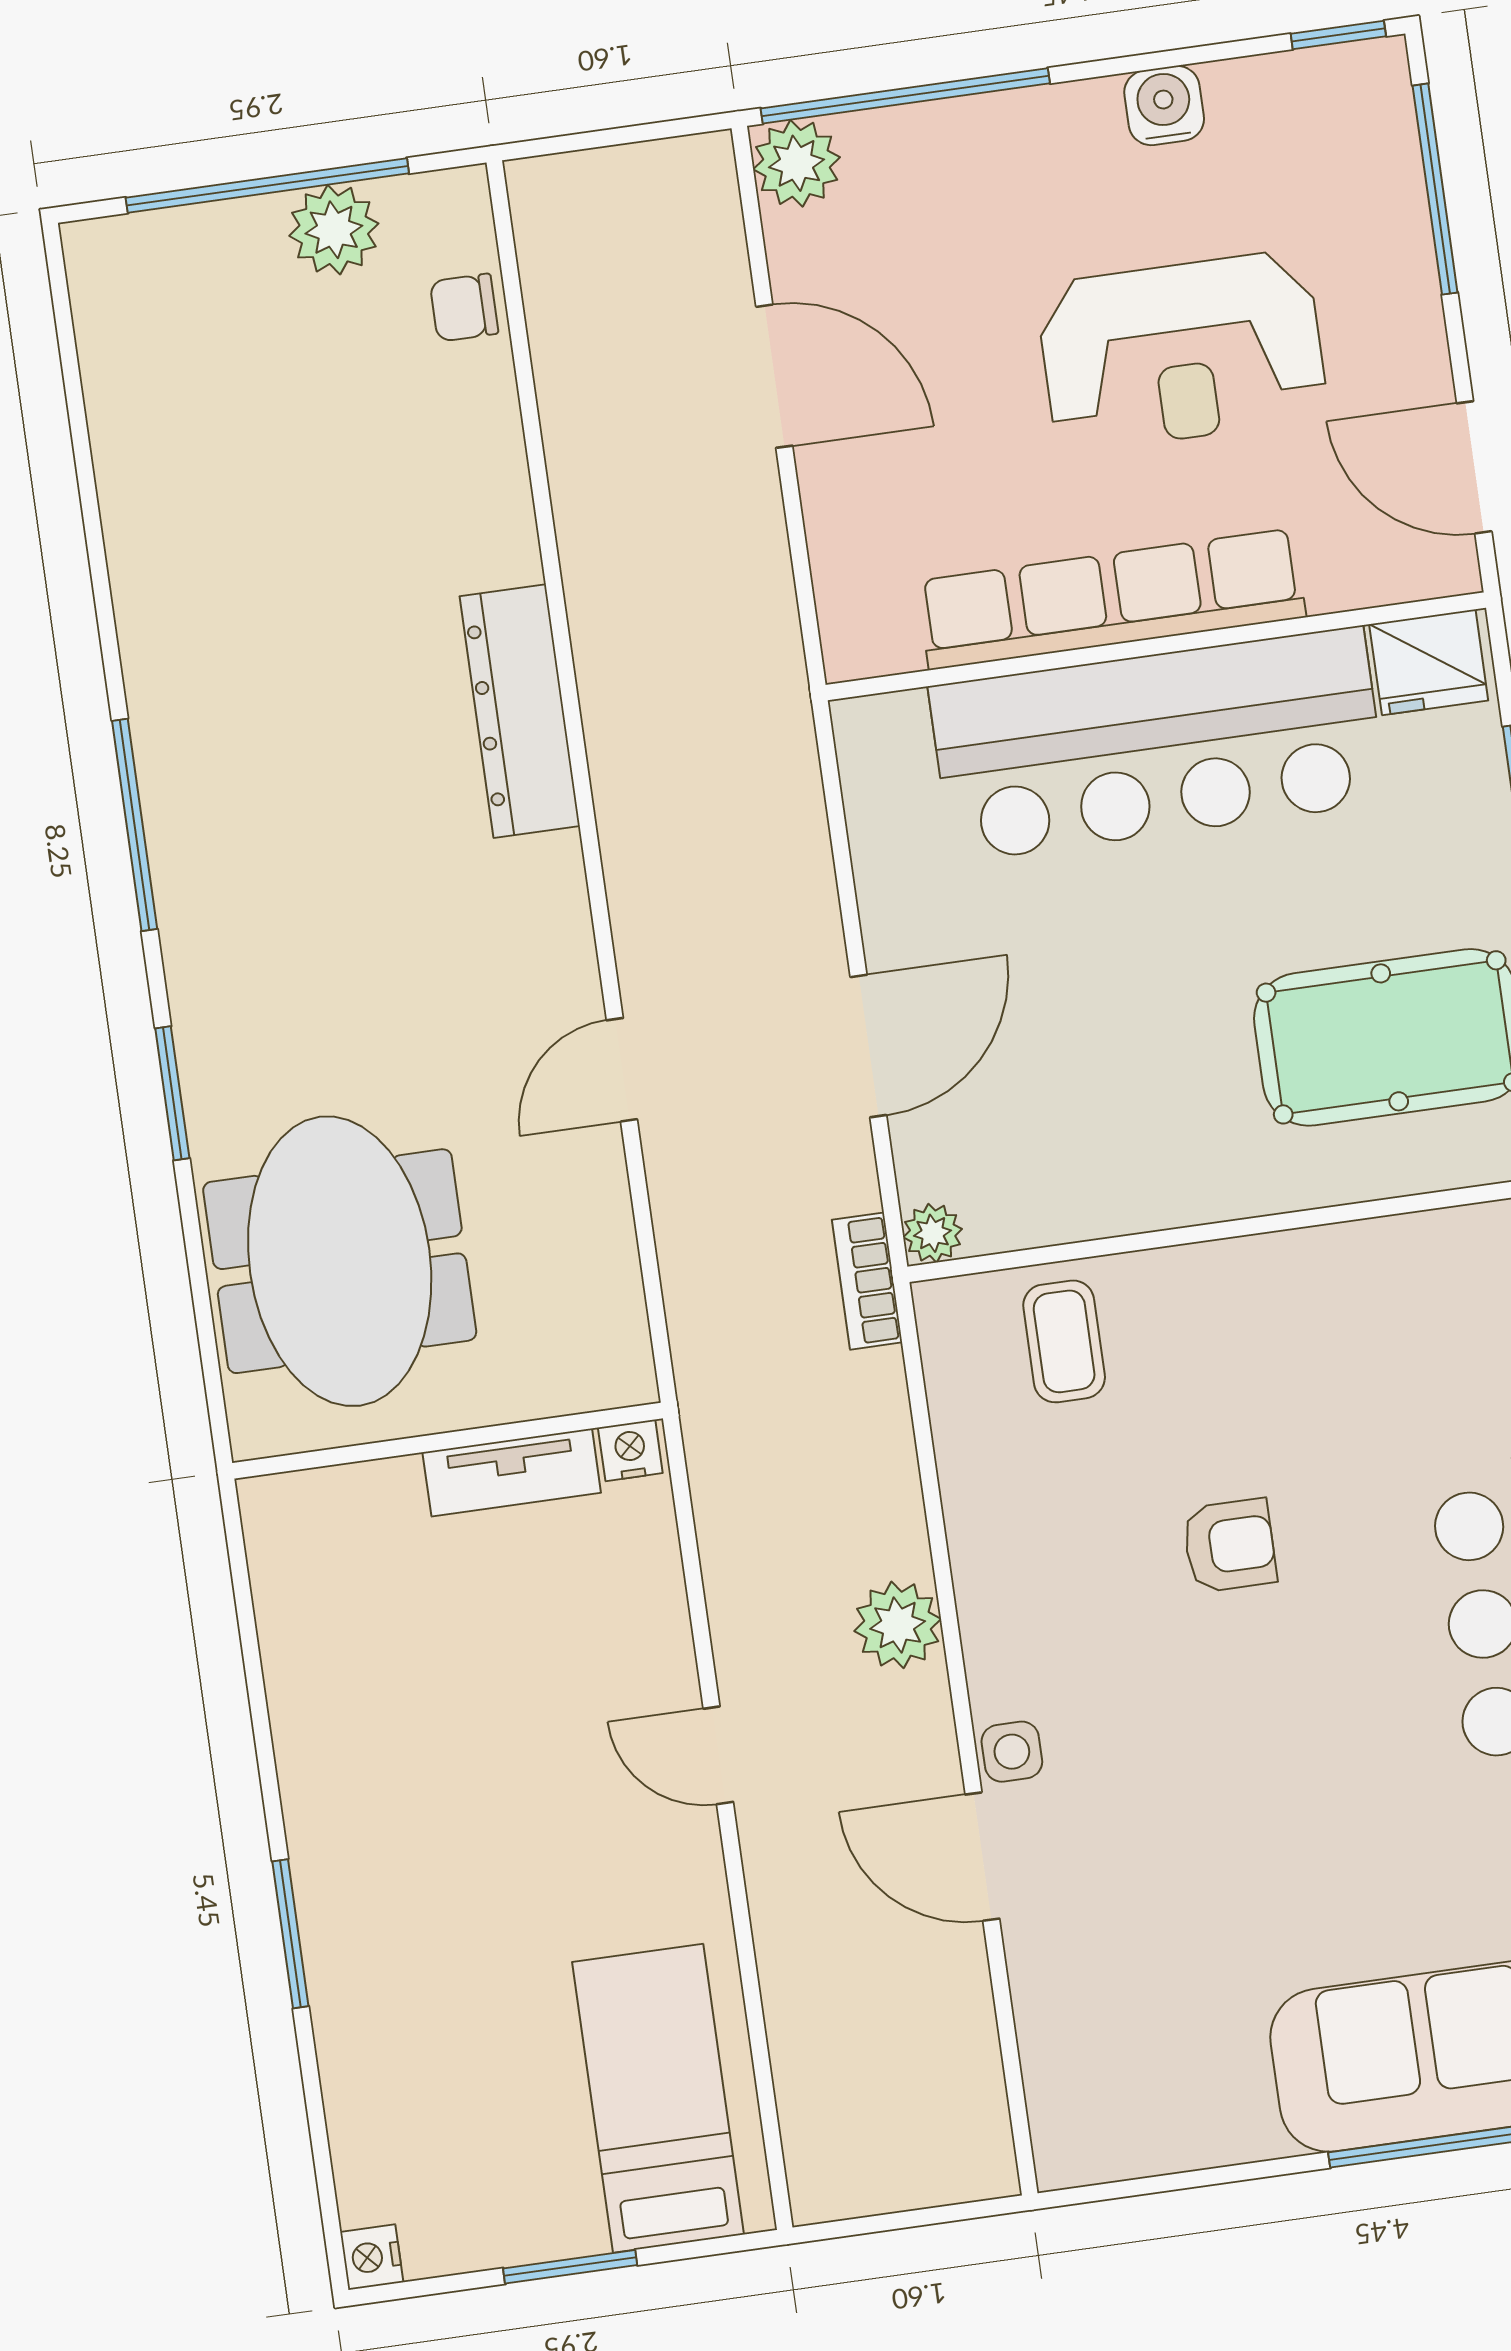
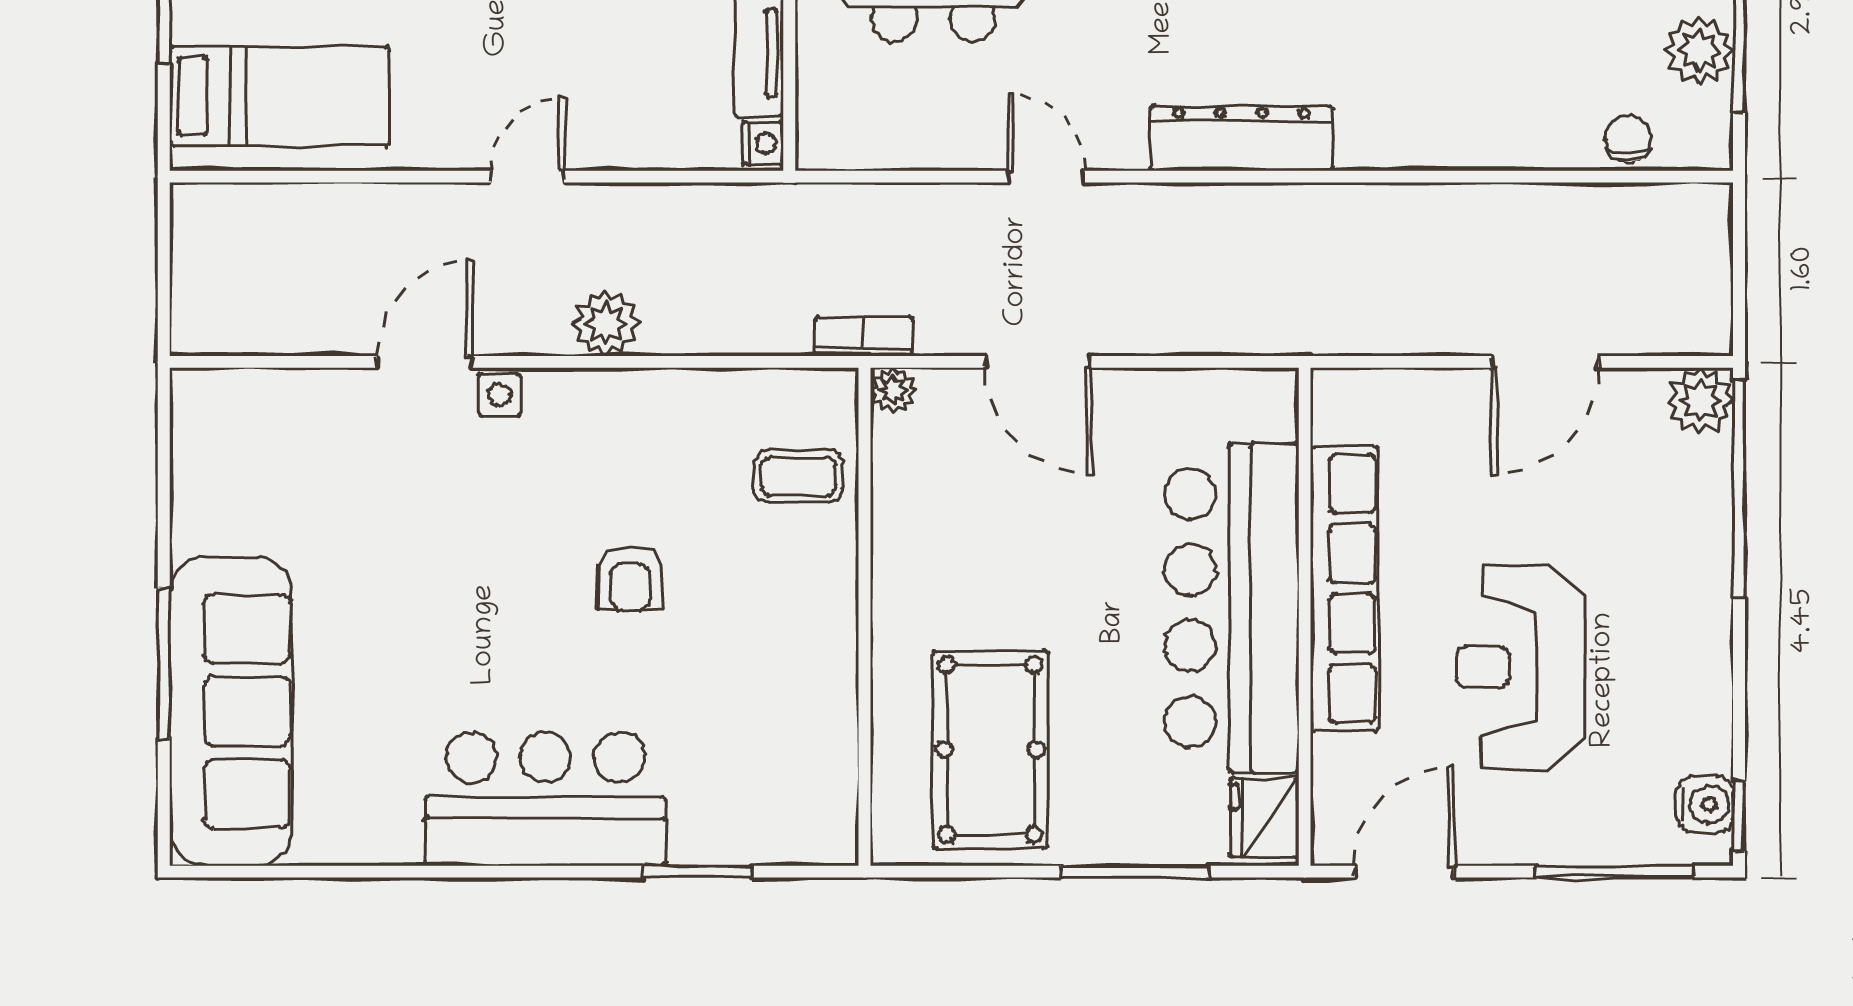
water cooler: (1164, 106) -> (1705, 804), moved
dresser: (520, 711) -> (1241, 138), moved

